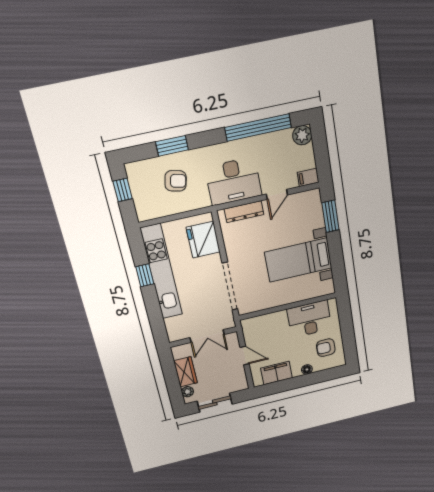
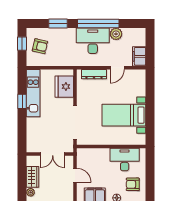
window: (258, 127) -> (98, 23), moved
plant: (302, 135) -> (116, 34), moved
filing cabinet: (308, 177) -> (139, 56), width x2.00
armchair: (176, 181) -> (40, 46), moved
desk: (233, 181) -> (93, 41), moved, turned 180
window: (330, 216) -> (150, 90), removed
kitchen unit: (161, 272) -> (33, 93), width x0.73

